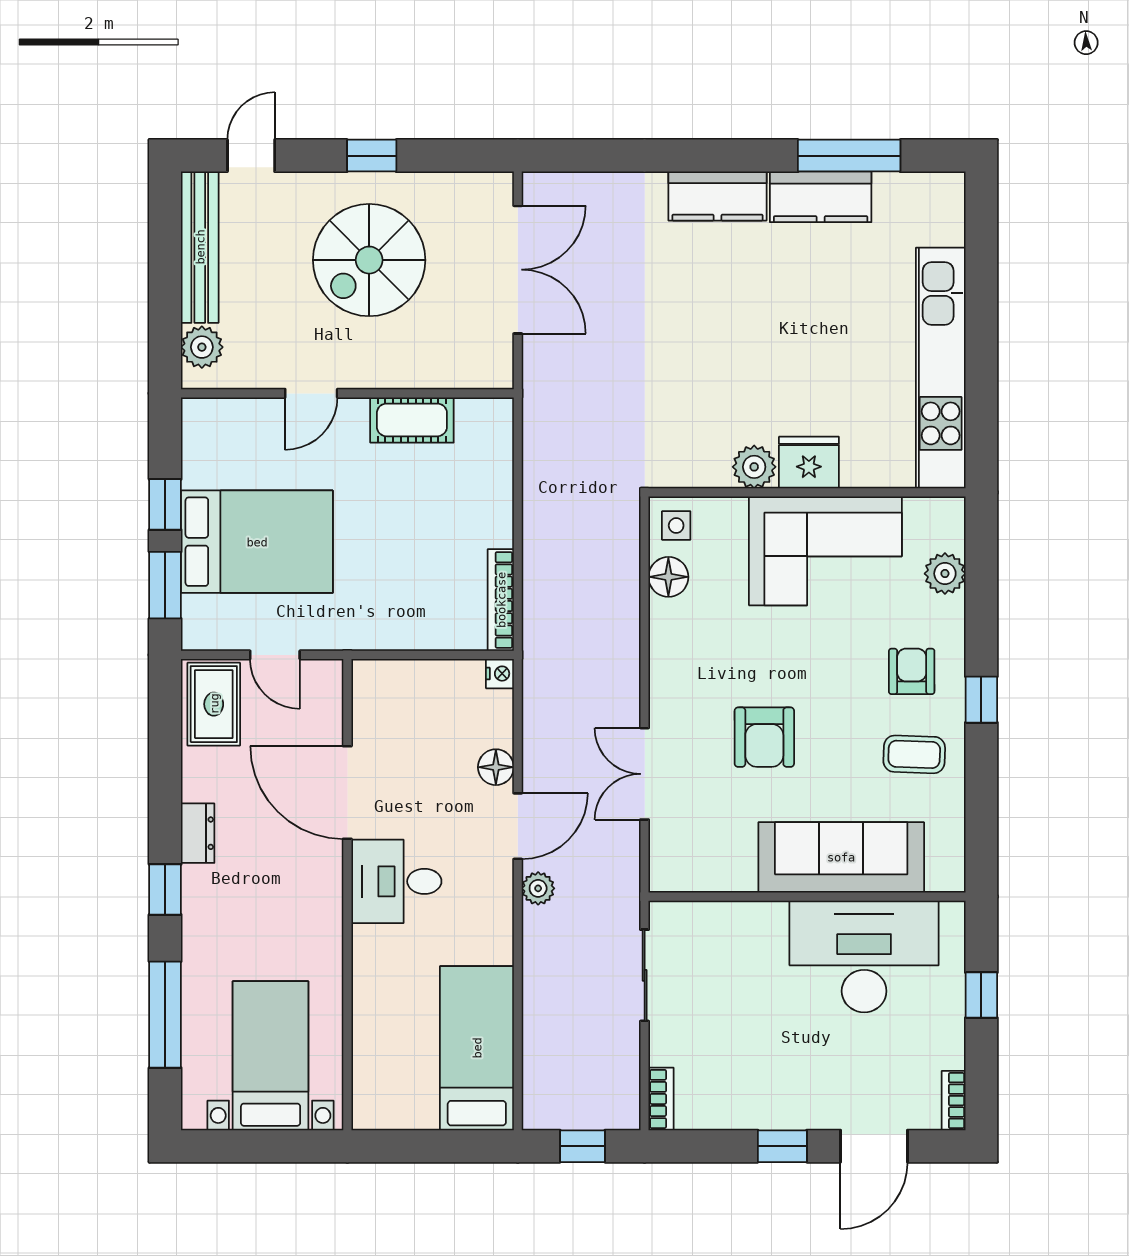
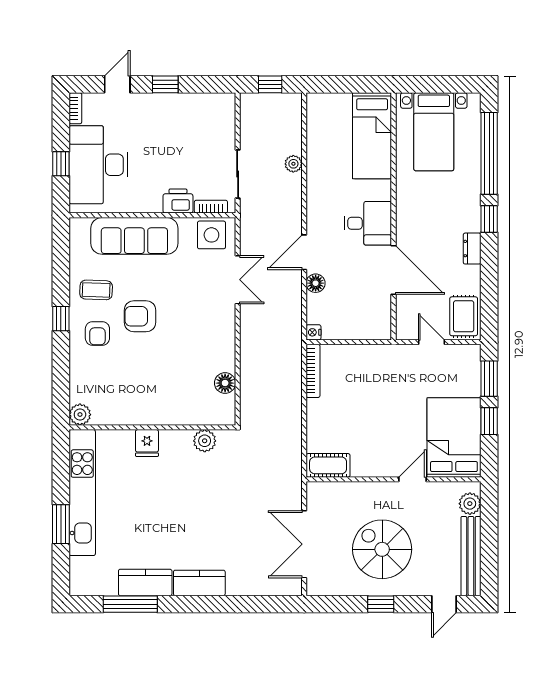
spiral stairs: (369, 260) -> (382, 549), turned -90
window: (981, 308) -> (61, 524), added
cot: (412, 420) -> (328, 465), moved
fridge: (809, 463) -> (147, 443), width x0.72
plant: (754, 467) -> (205, 441), moved
side table: (676, 526) -> (211, 235), moved, width x1.87, depth x1.87
bed: (257, 542) -> (454, 437), moved, turned 90
corner sofa: (825, 551) -> (143, 397), removed
plant: (945, 574) -> (80, 415), moved
armchair: (764, 737) -> (140, 316), moved, turned -90
plant: (538, 888) -> (293, 164), moved
printer: (758, 924) -> (178, 201), added
desk: (864, 956) -> (98, 165), moved, turned 90
window: (165, 1015) -> (489, 153), width x1.46
bed: (477, 1048) -> (372, 136), moved
bookcase: (661, 1099) -> (211, 207), moved, turned 90
door: (874, 1146) -> (117, 84), width x0.73

